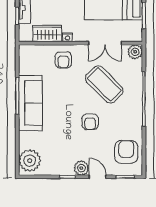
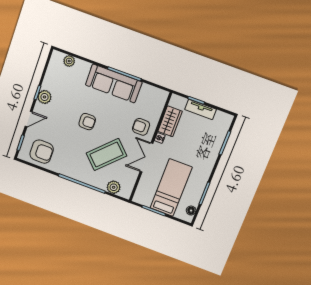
double door: (105, 43) -> (146, 157), moved
plant: (135, 52) -> (114, 187), moved
armchair: (90, 122) -> (87, 122), moved, turned 180
plant: (30, 161) -> (69, 61), width x0.53, depth x0.53
plant: (81, 168) -> (44, 97), moved

